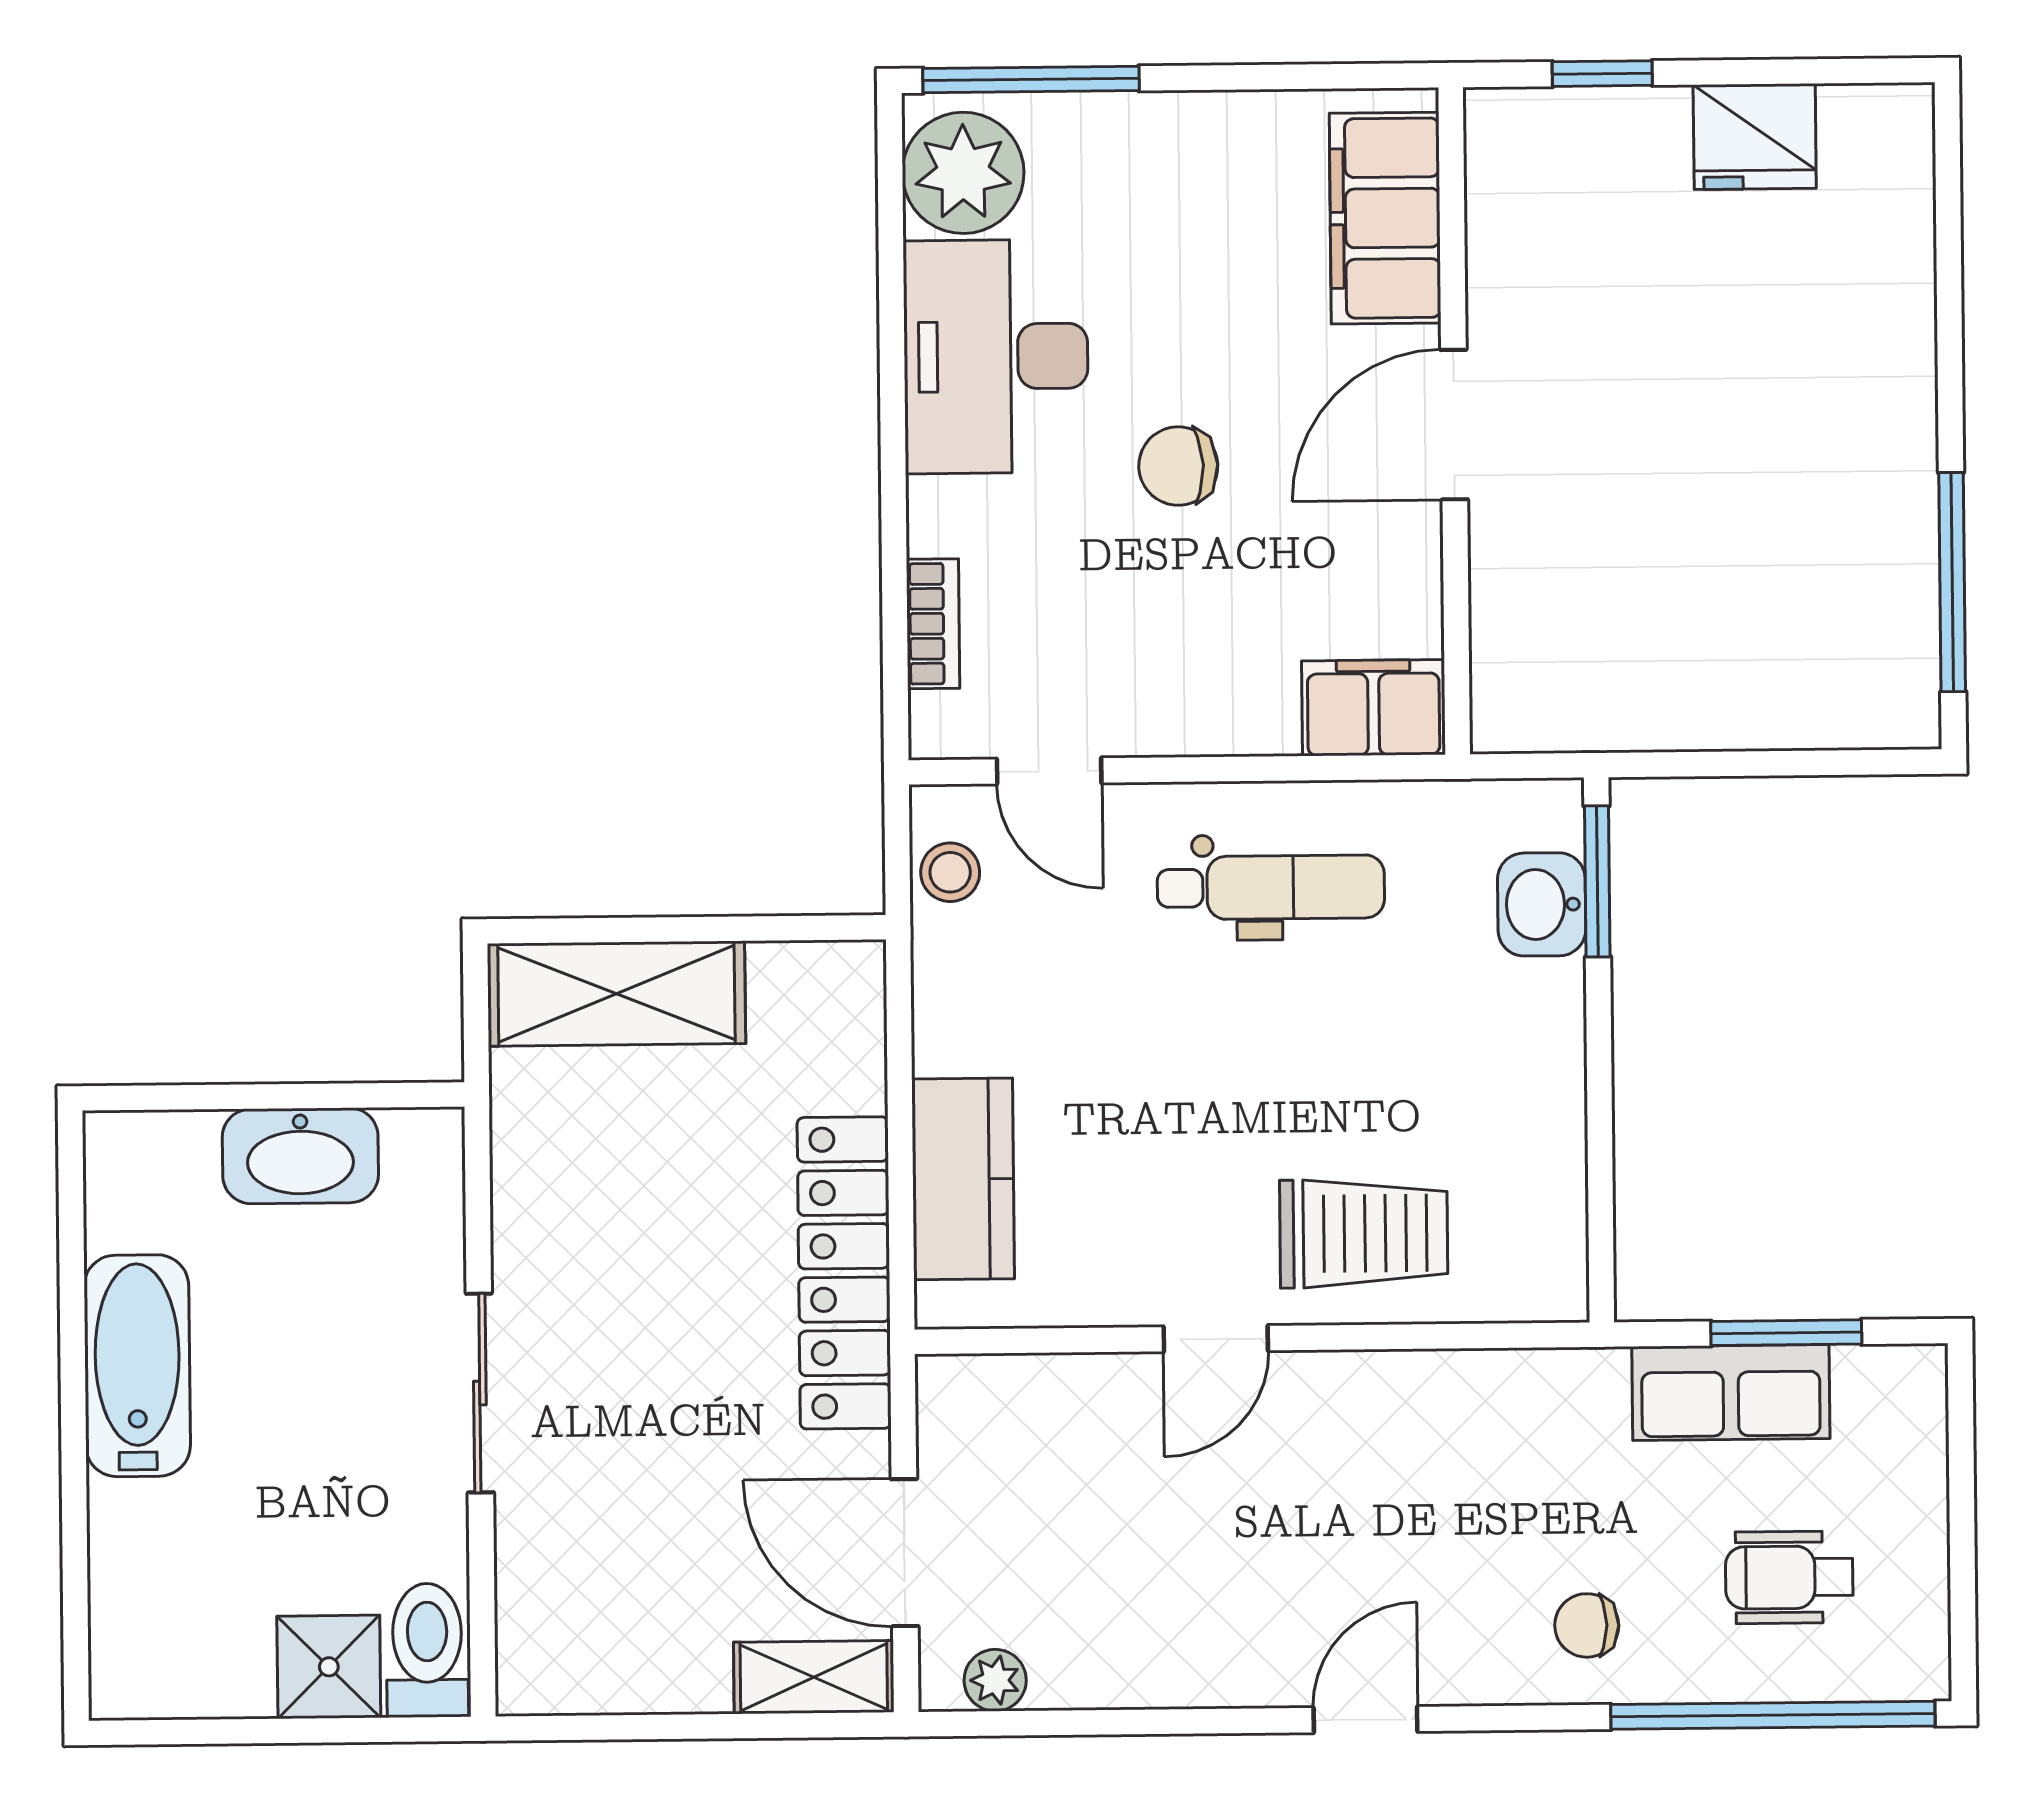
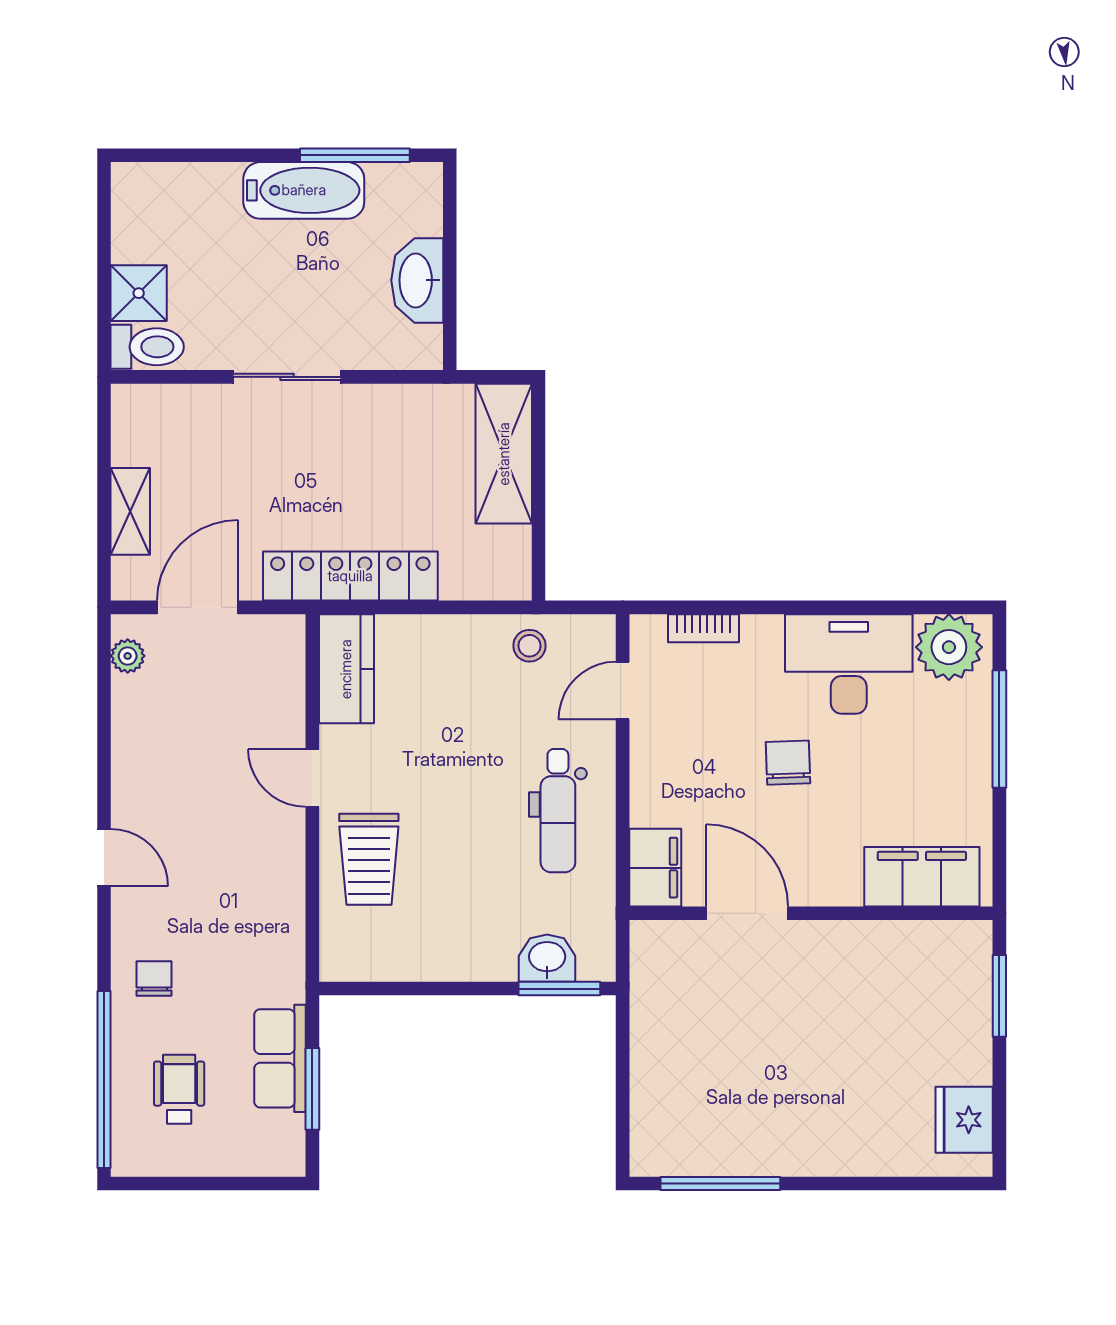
window: (1602, 74) -> (999, 996), width x1.50
window: (1031, 80) -> (999, 729), moved
fridge: (1755, 137) -> (964, 1120), moved
door: (1454, 425) -> (747, 913), moved
stool: (950, 872) -> (529, 646), moved
kitchen counter: (963, 1179) -> (346, 669), moved, turned -90
window: (72, 1273) -> (355, 155), added
shelving: (814, 1677) -> (130, 511), moved

